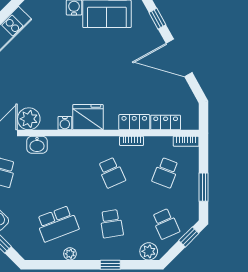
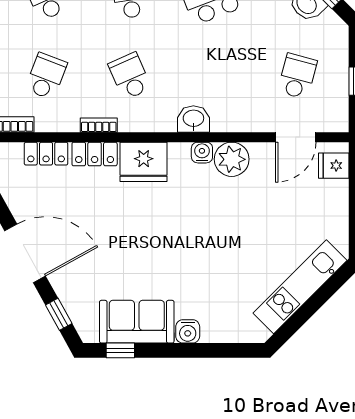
fridge: (88, 117) -> (144, 162), moved
plant: (29, 119) -> (232, 159), moved
washbasin: (37, 145) -> (193, 119), moved

